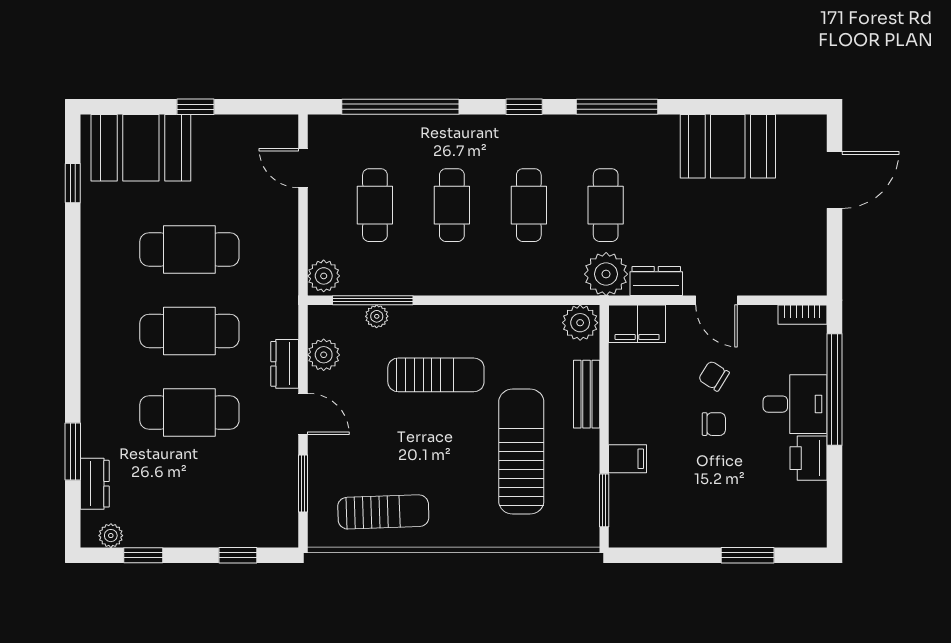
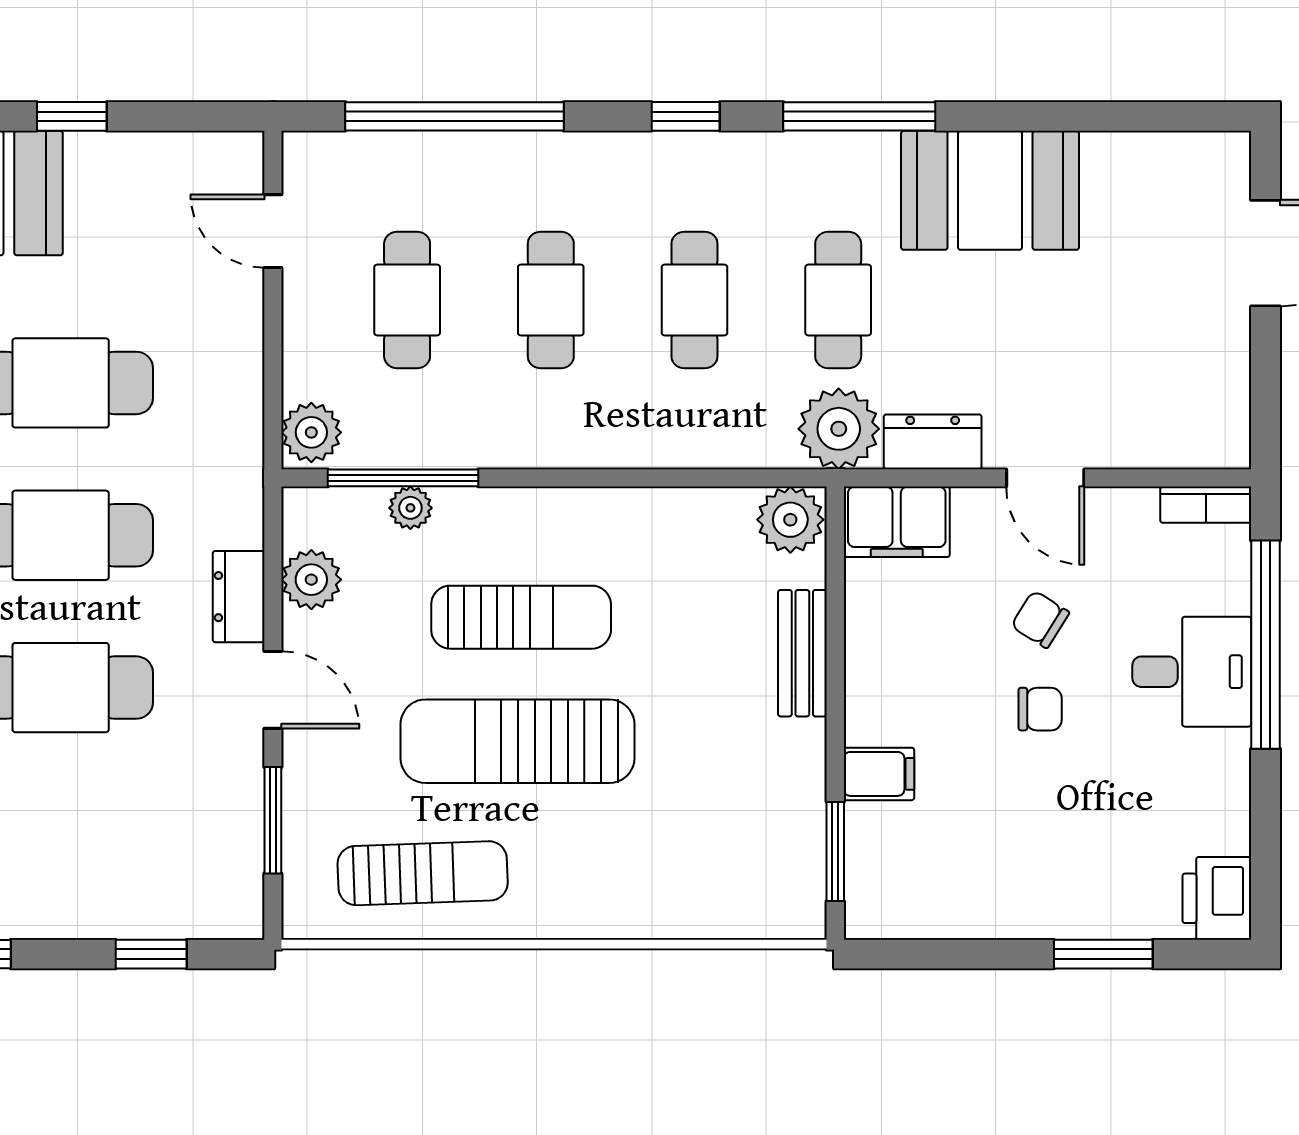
booth: (728, 146) -> (990, 190), moved
sun lounger: (521, 452) -> (517, 741), moved, turned -90
printer: (808, 458) -> (1217, 898), moved

